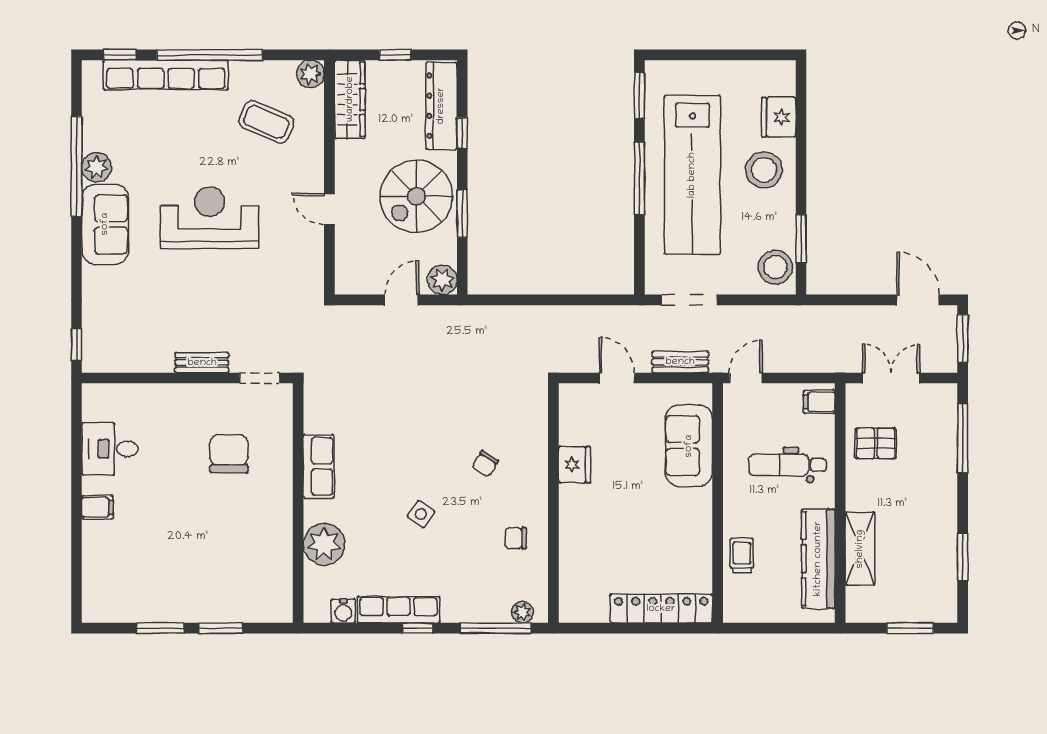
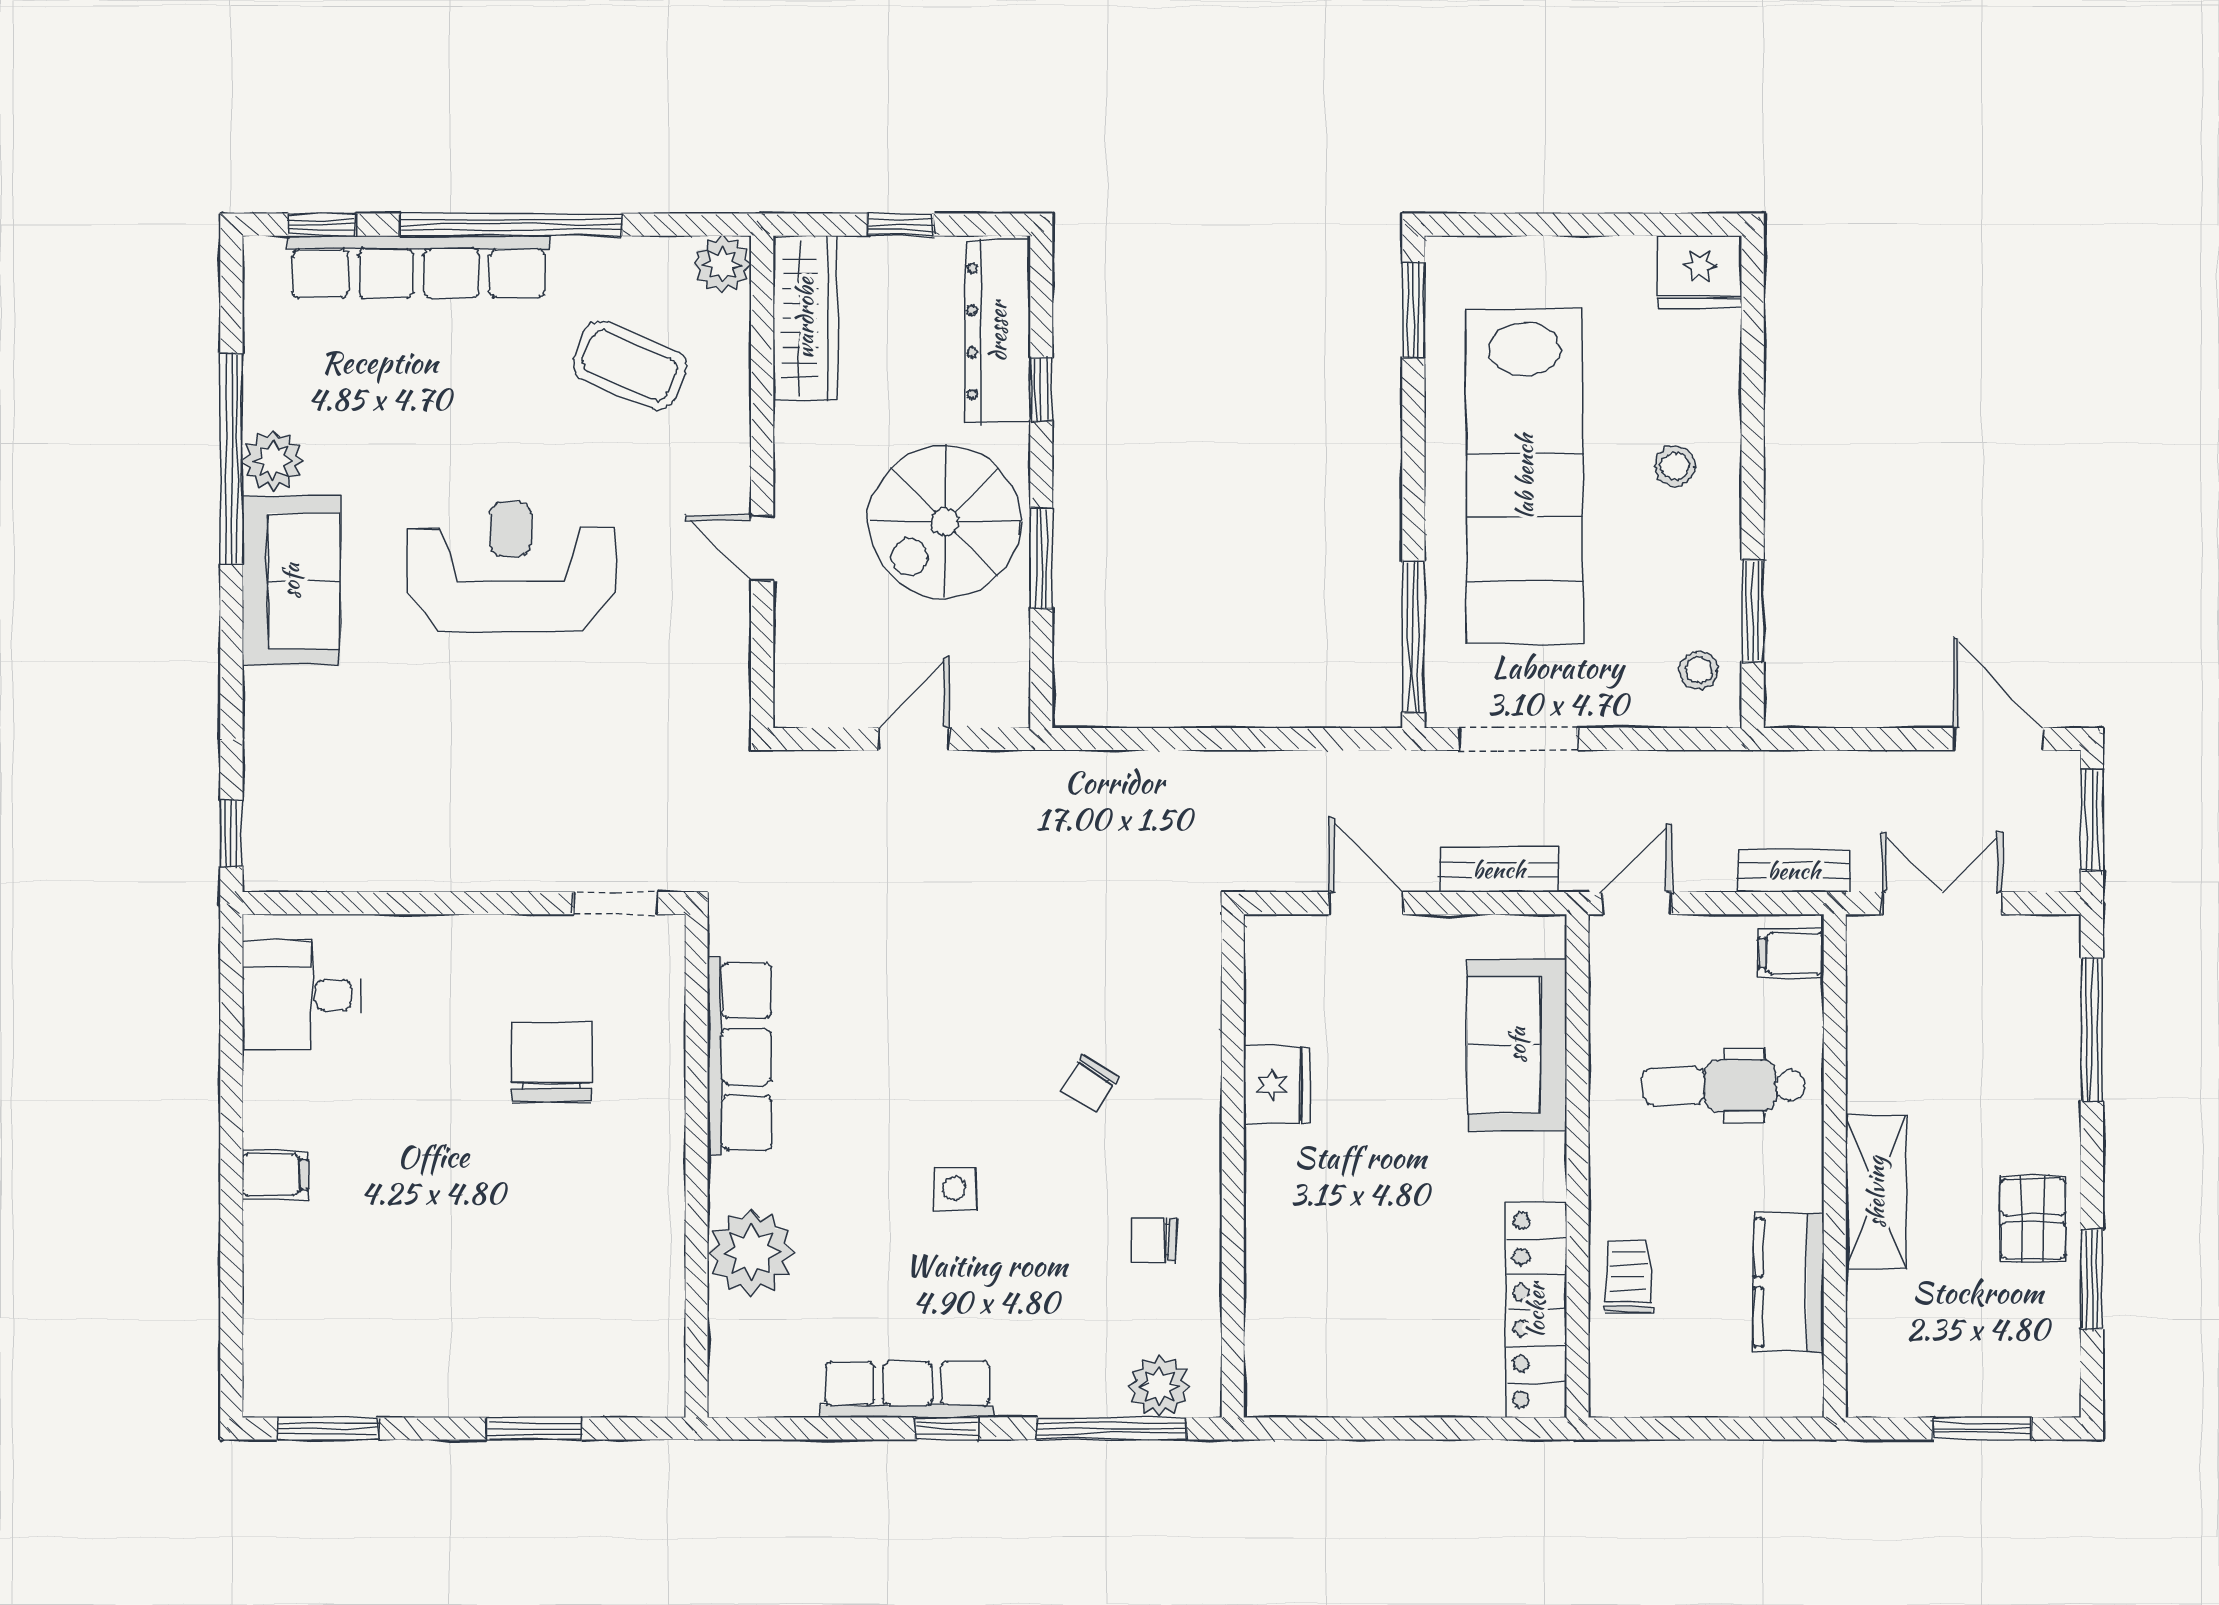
fridge: (779, 117) -> (1700, 272), moved, turned -90
stool: (764, 170) -> (1675, 466), width x0.53, depth x0.53
window: (639, 178) -> (1413, 636), moved
stool: (775, 267) -> (1699, 670), width x0.53, depth x0.53
plant: (442, 280) -> (999, 697), removed
bench: (202, 363) -> (1794, 871), moved
pallet: (876, 443) -> (2033, 1219), moved, turned 90
desk: (110, 449) -> (301, 995), moved
row of seats: (319, 466) -> (739, 1057), width x1.48
side table: (421, 514) -> (954, 1189), turned -36
shelving: (860, 549) -> (1876, 1192), moved
kitchen counter: (818, 559) -> (1789, 1283), width x0.67
locker: (661, 609) -> (1536, 1310), moved, turned -90
water cooler: (343, 611) -> (791, 1392), removed
plant: (522, 612) -> (1159, 1386), width x1.38, depth x1.38
window: (160, 628) -> (328, 1428), moved

